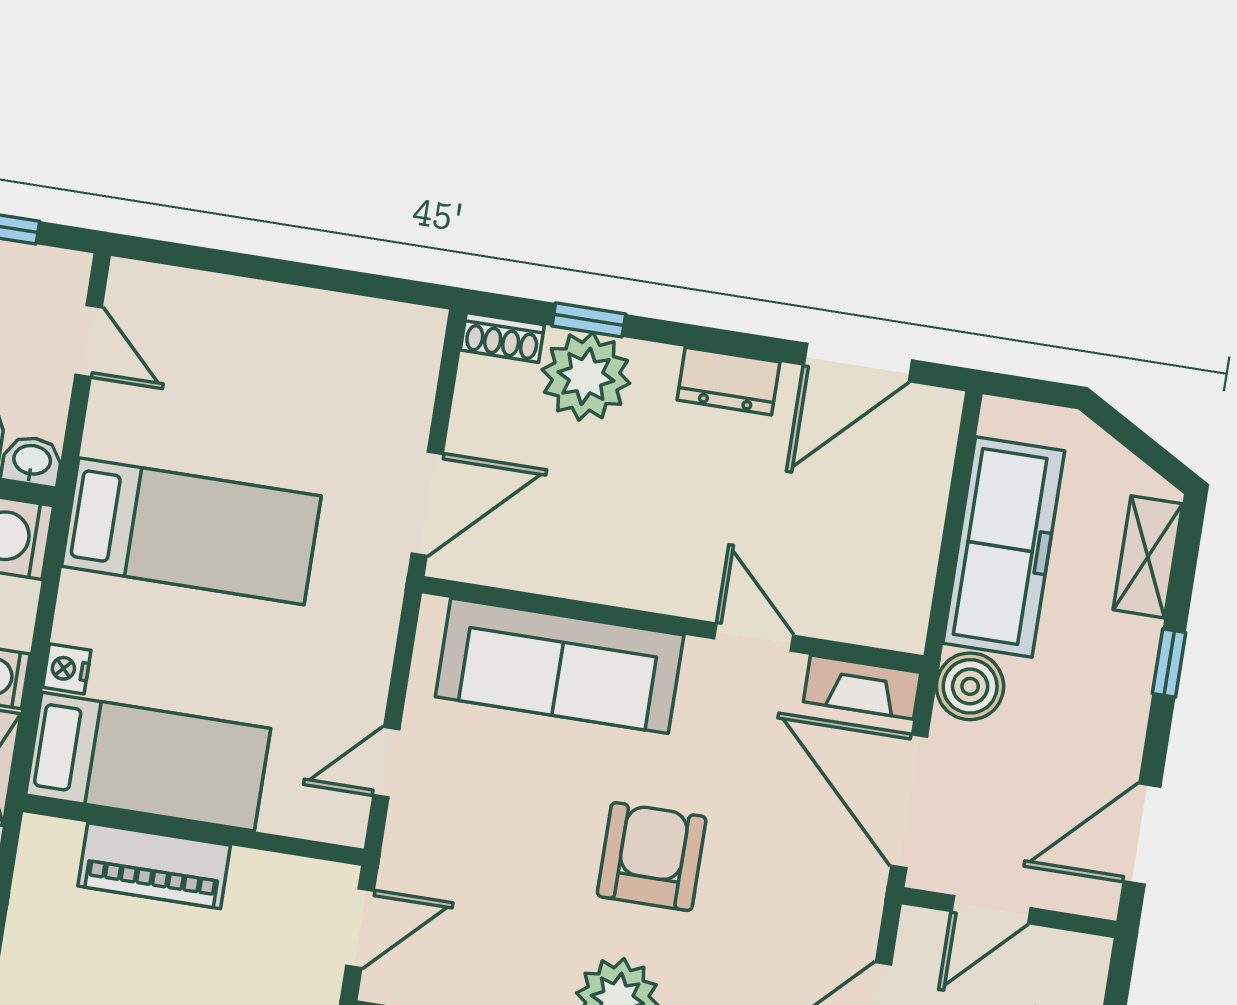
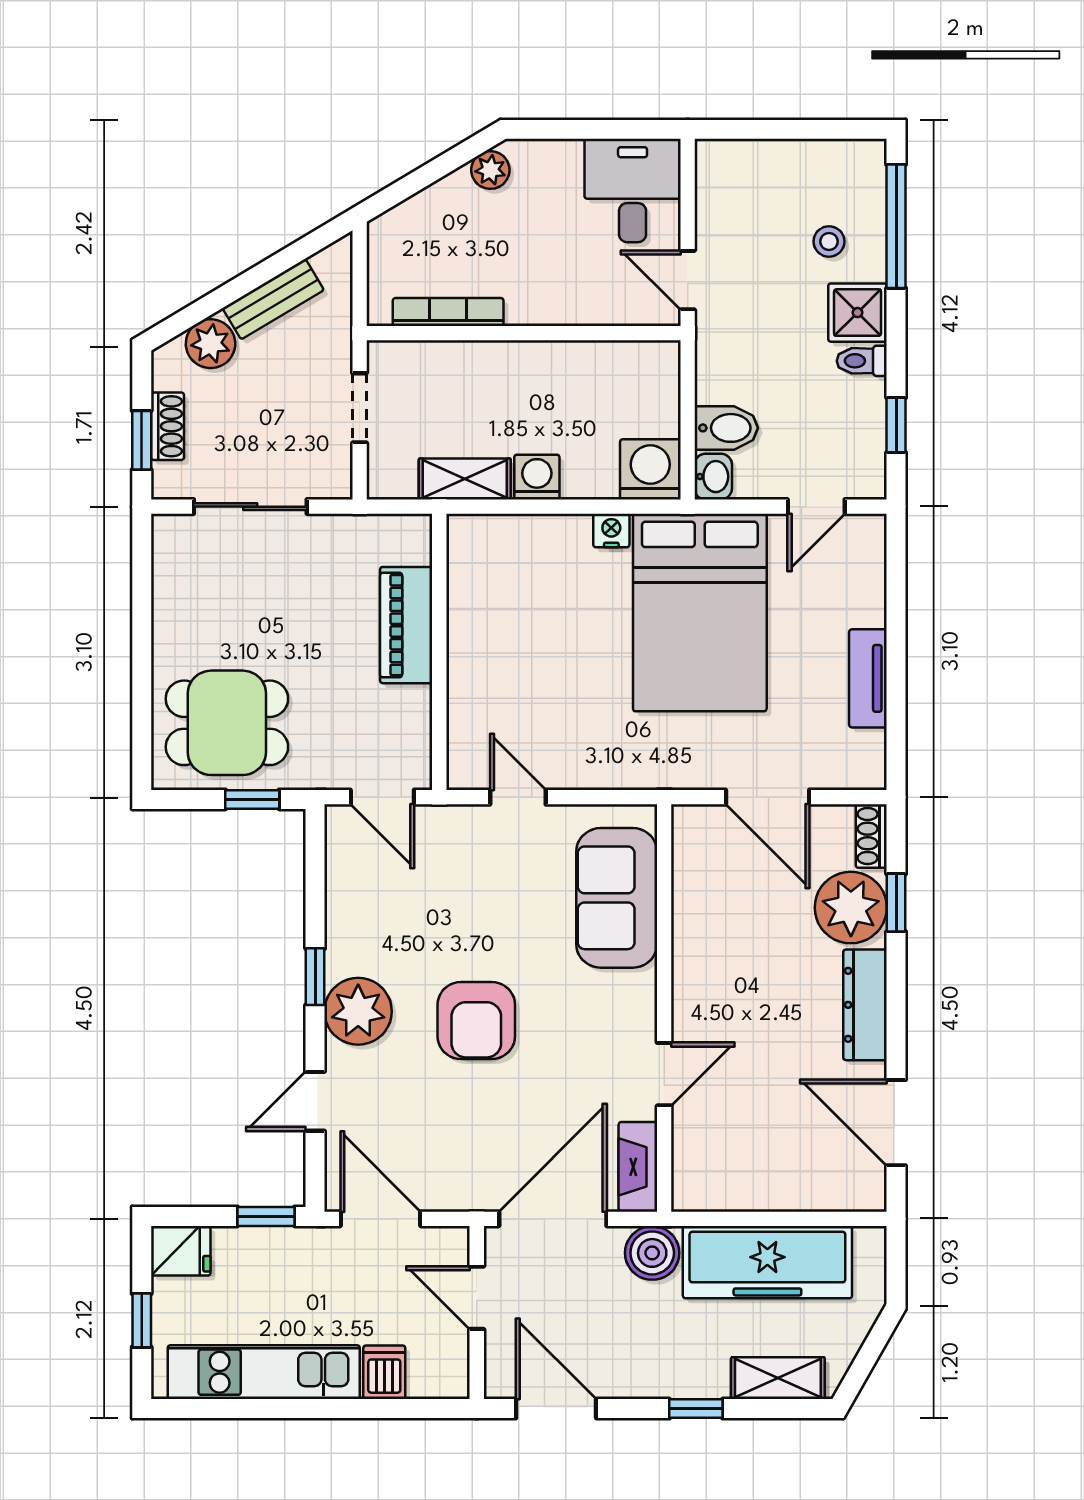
tv unit: (309, 311) -> (868, 678), added
dresser: (728, 381) -> (865, 1005), width x1.44
door: (427, 504) -> (768, 797), moved
bed: (191, 531) -> (700, 613), width x1.50
sofa: (560, 666) -> (617, 898), width x0.73
nightstand: (67, 669) -> (611, 531), moved
bed: (148, 762) -> (488, 607), removed
armchair: (652, 857) -> (476, 1021), turned 90

